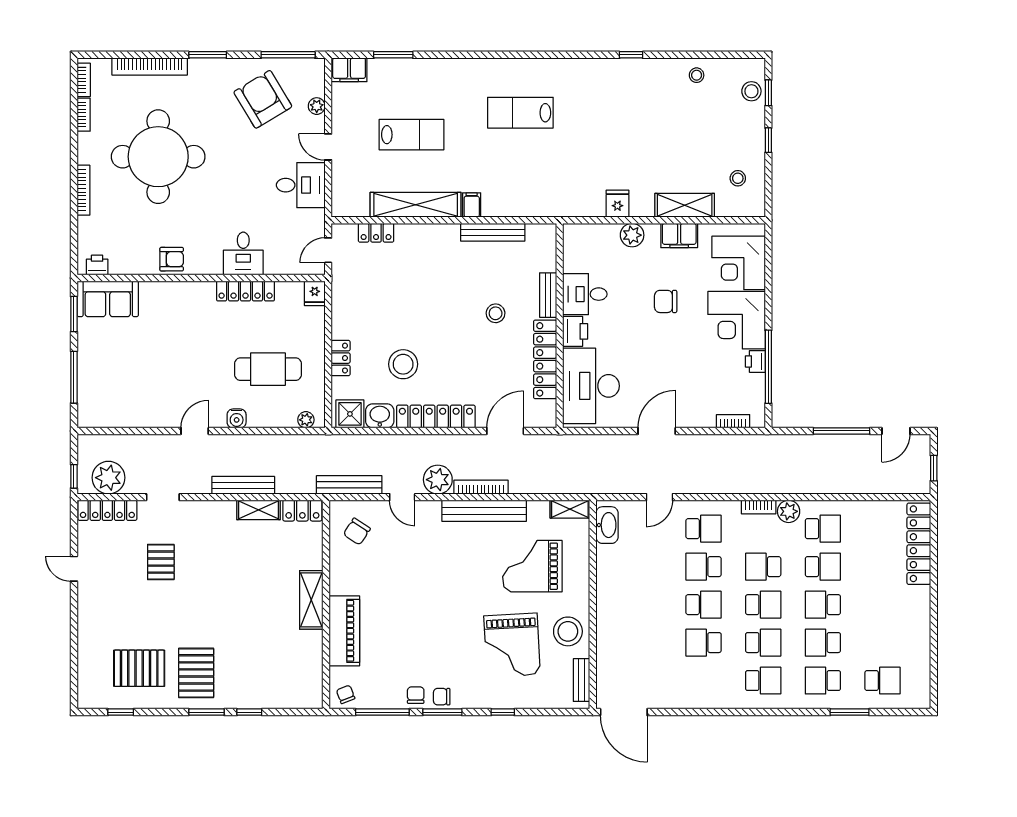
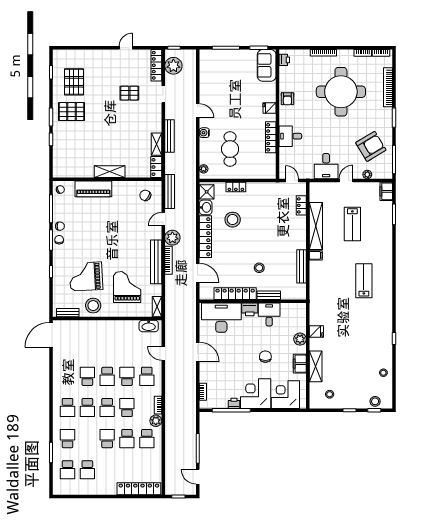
fridge: (315, 293) -> (270, 108), moved
school desk: (823, 643) -> (87, 470), moved, turned 180

